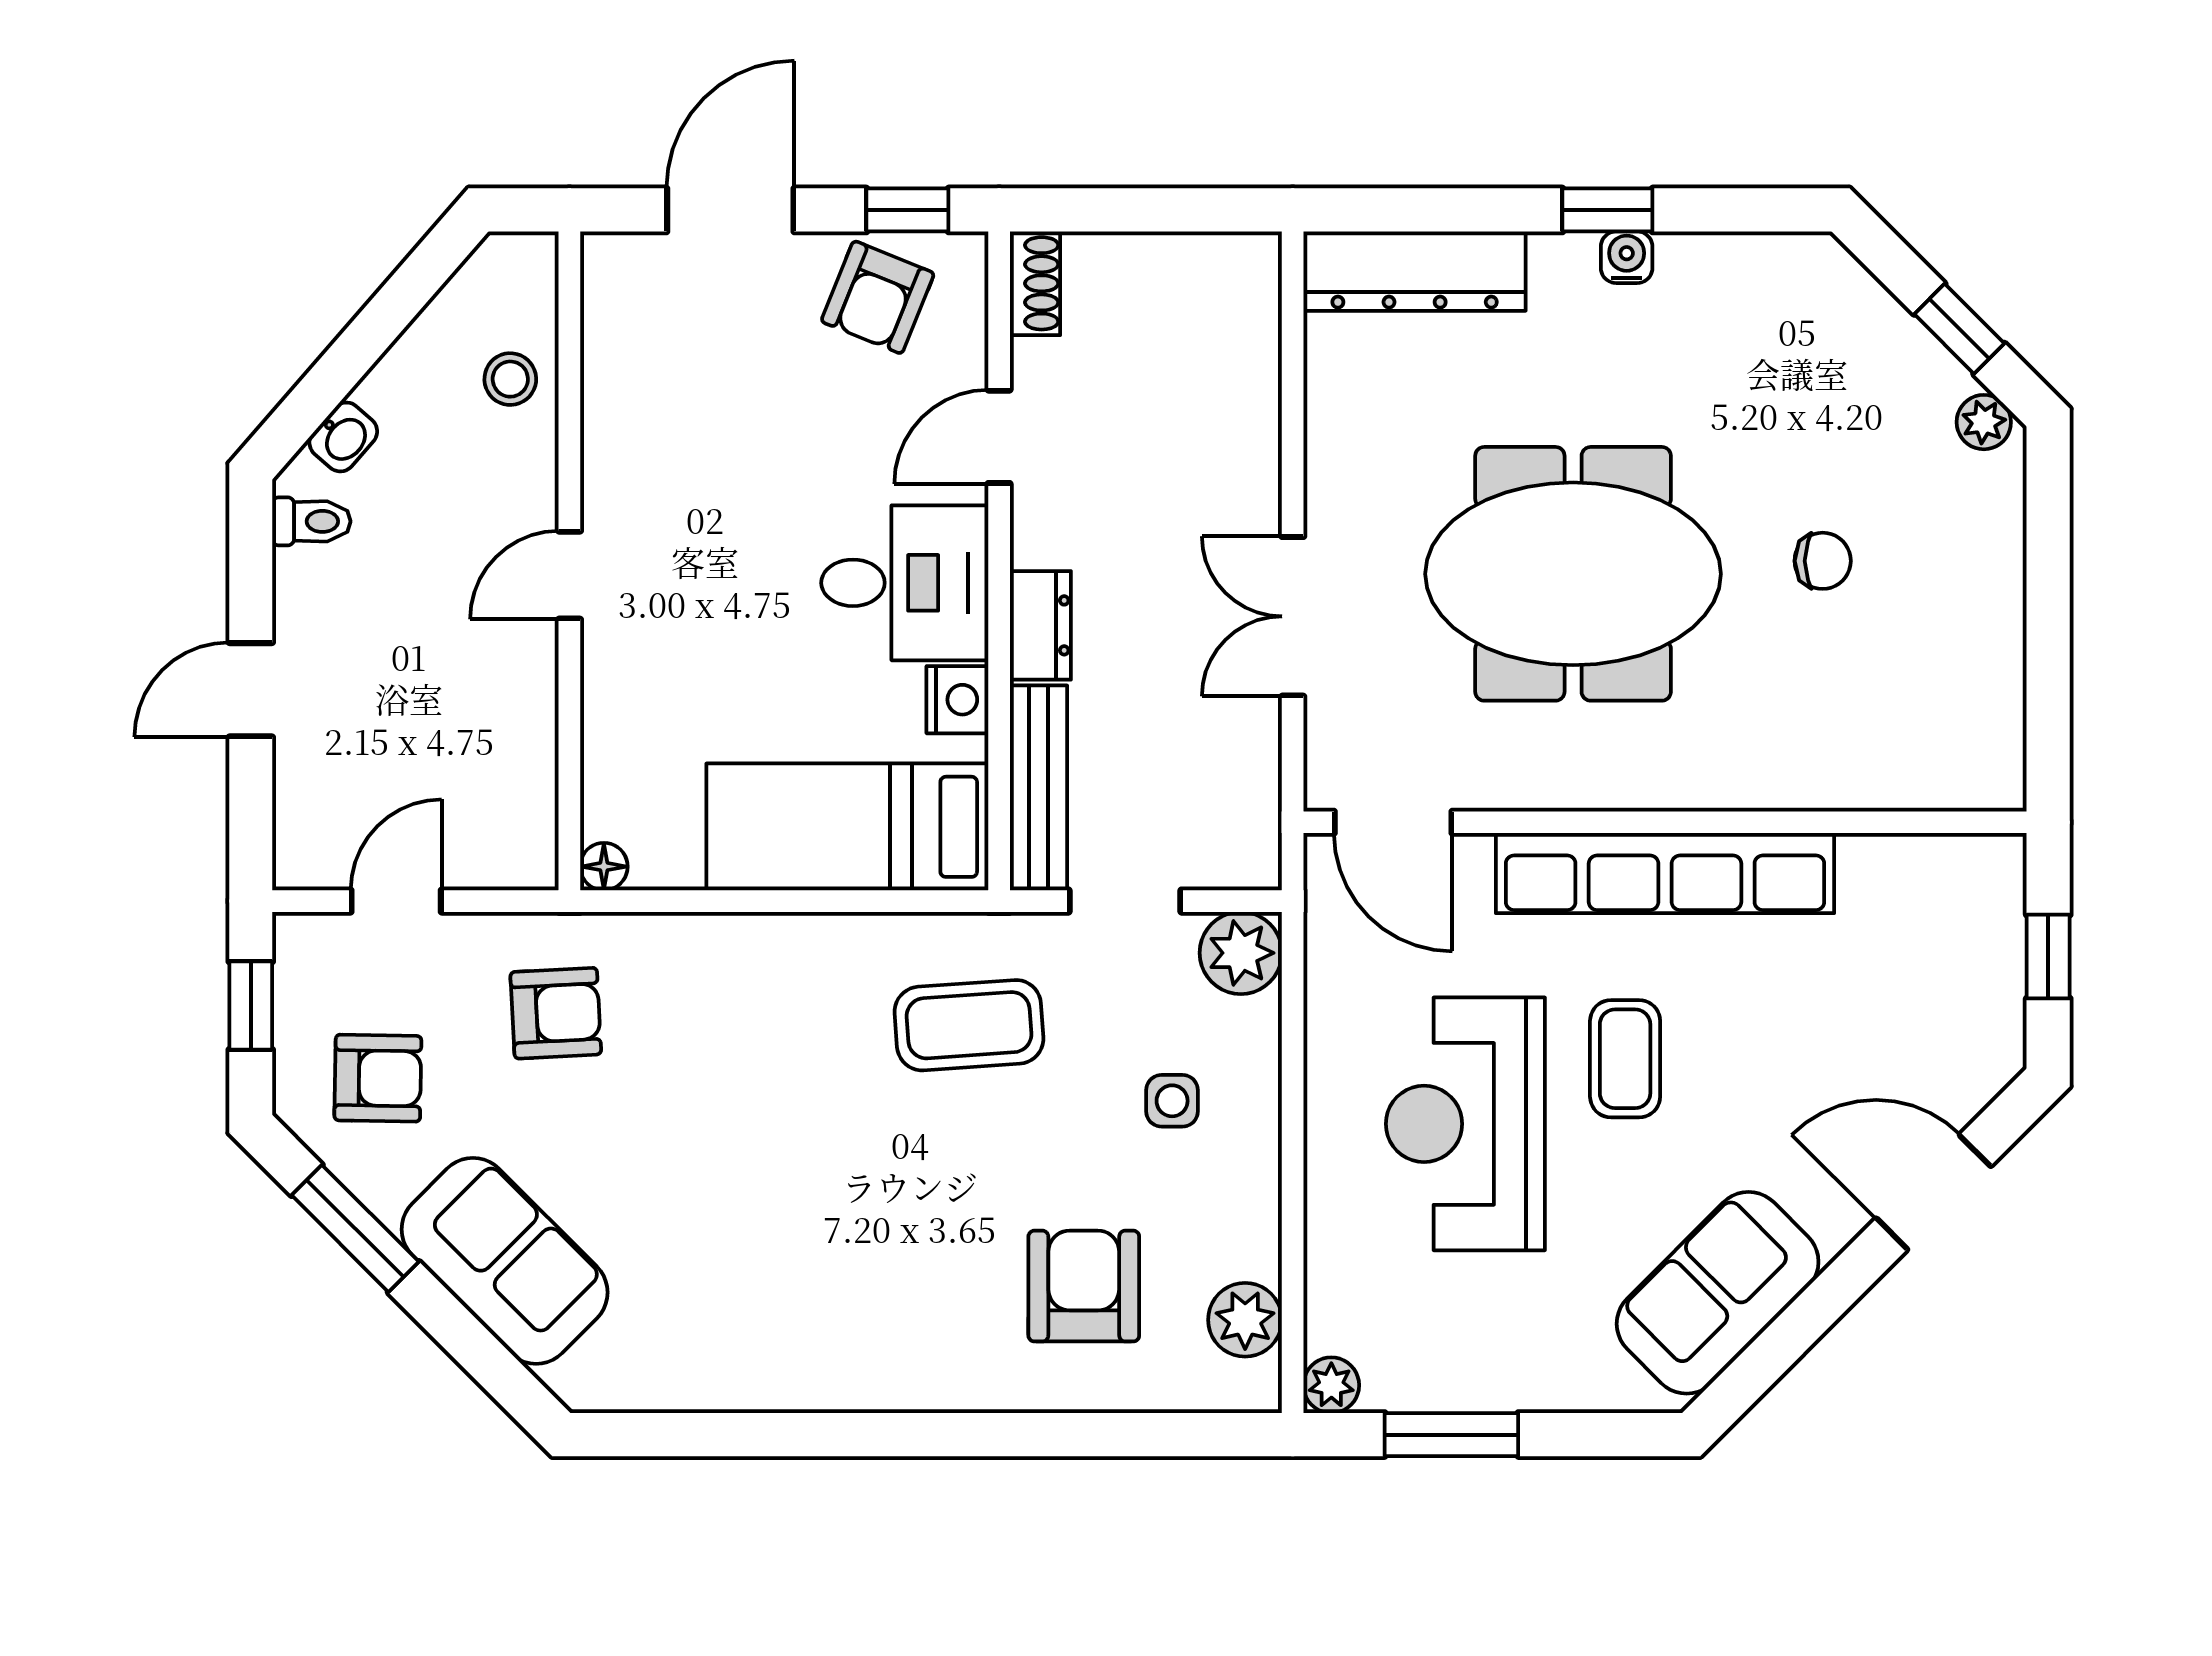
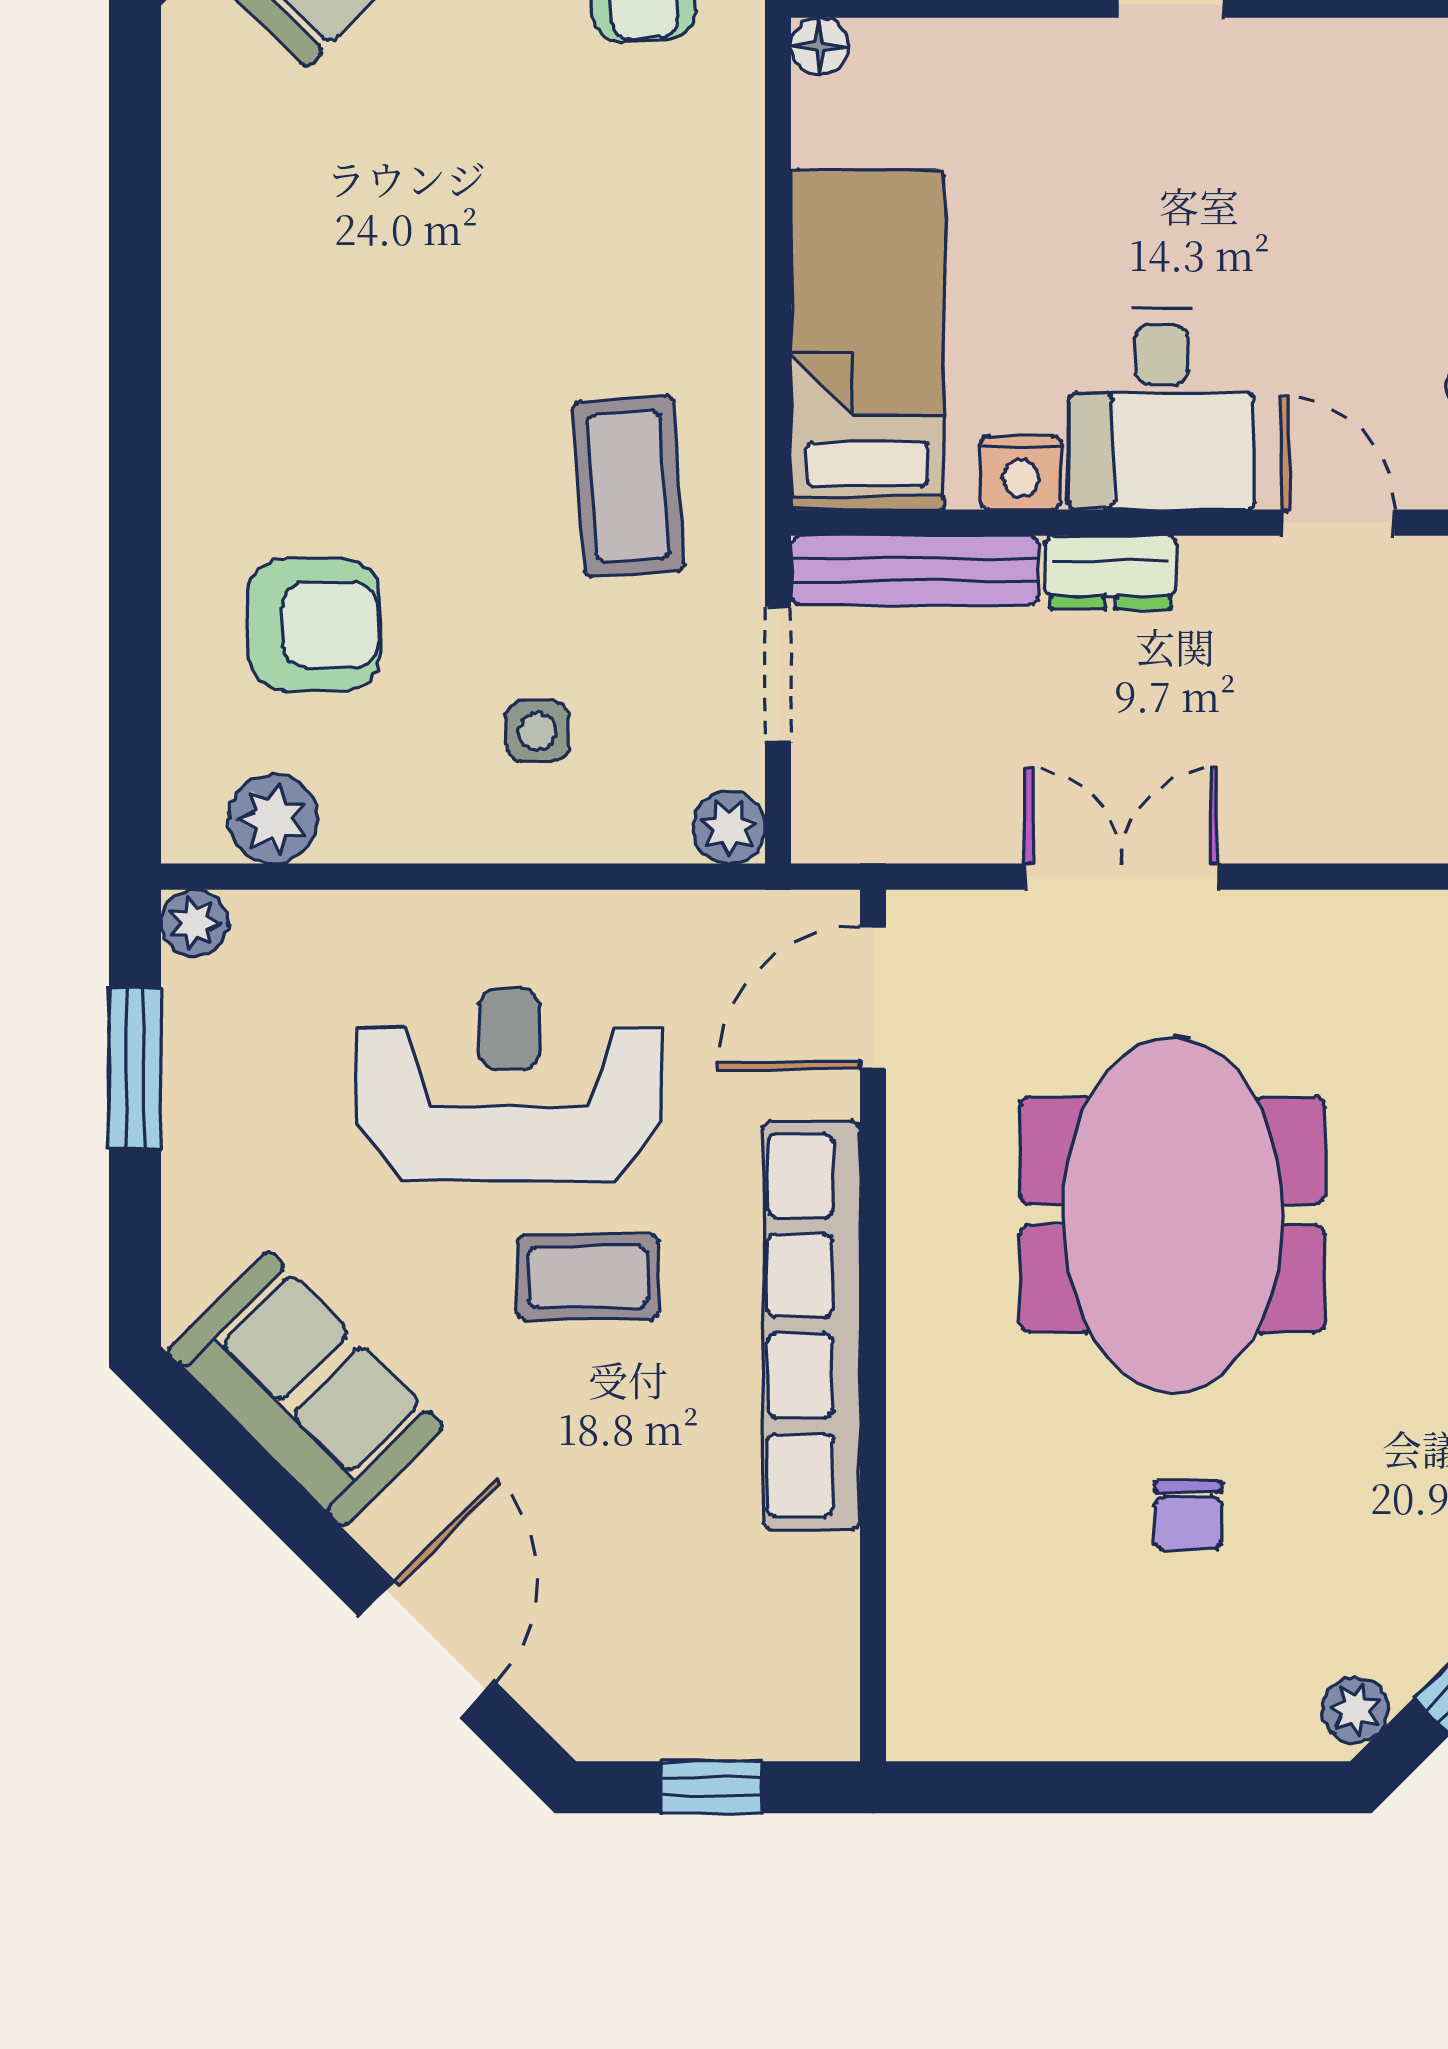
plant: (1241, 953) -> (729, 828), width x0.73, depth x0.73

